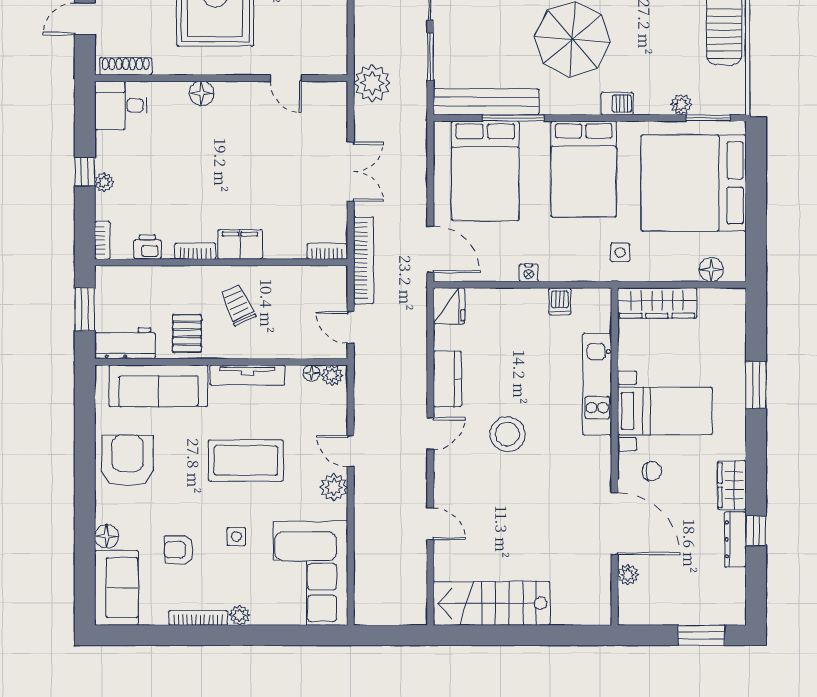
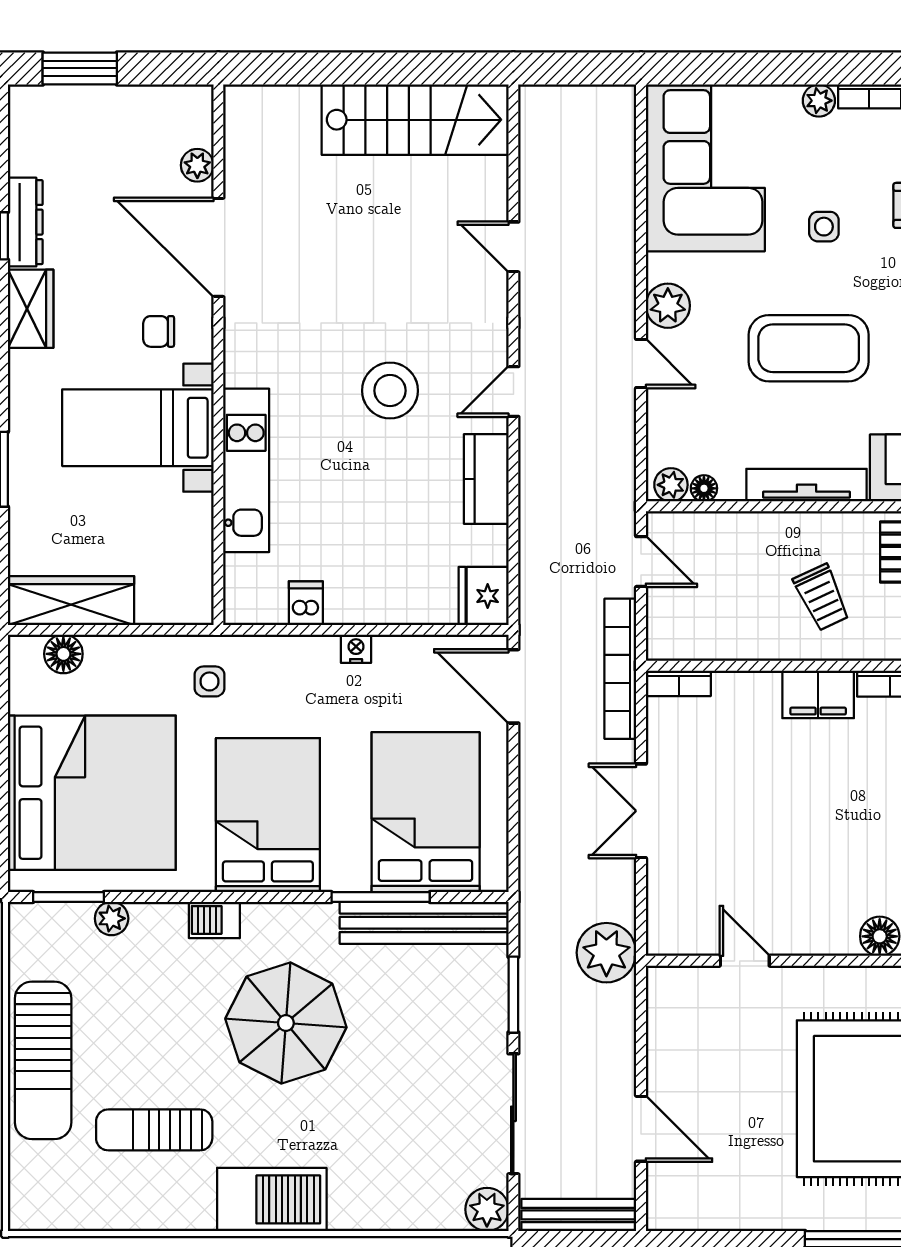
wardrobe: (657, 303) -> (71, 601), moved

